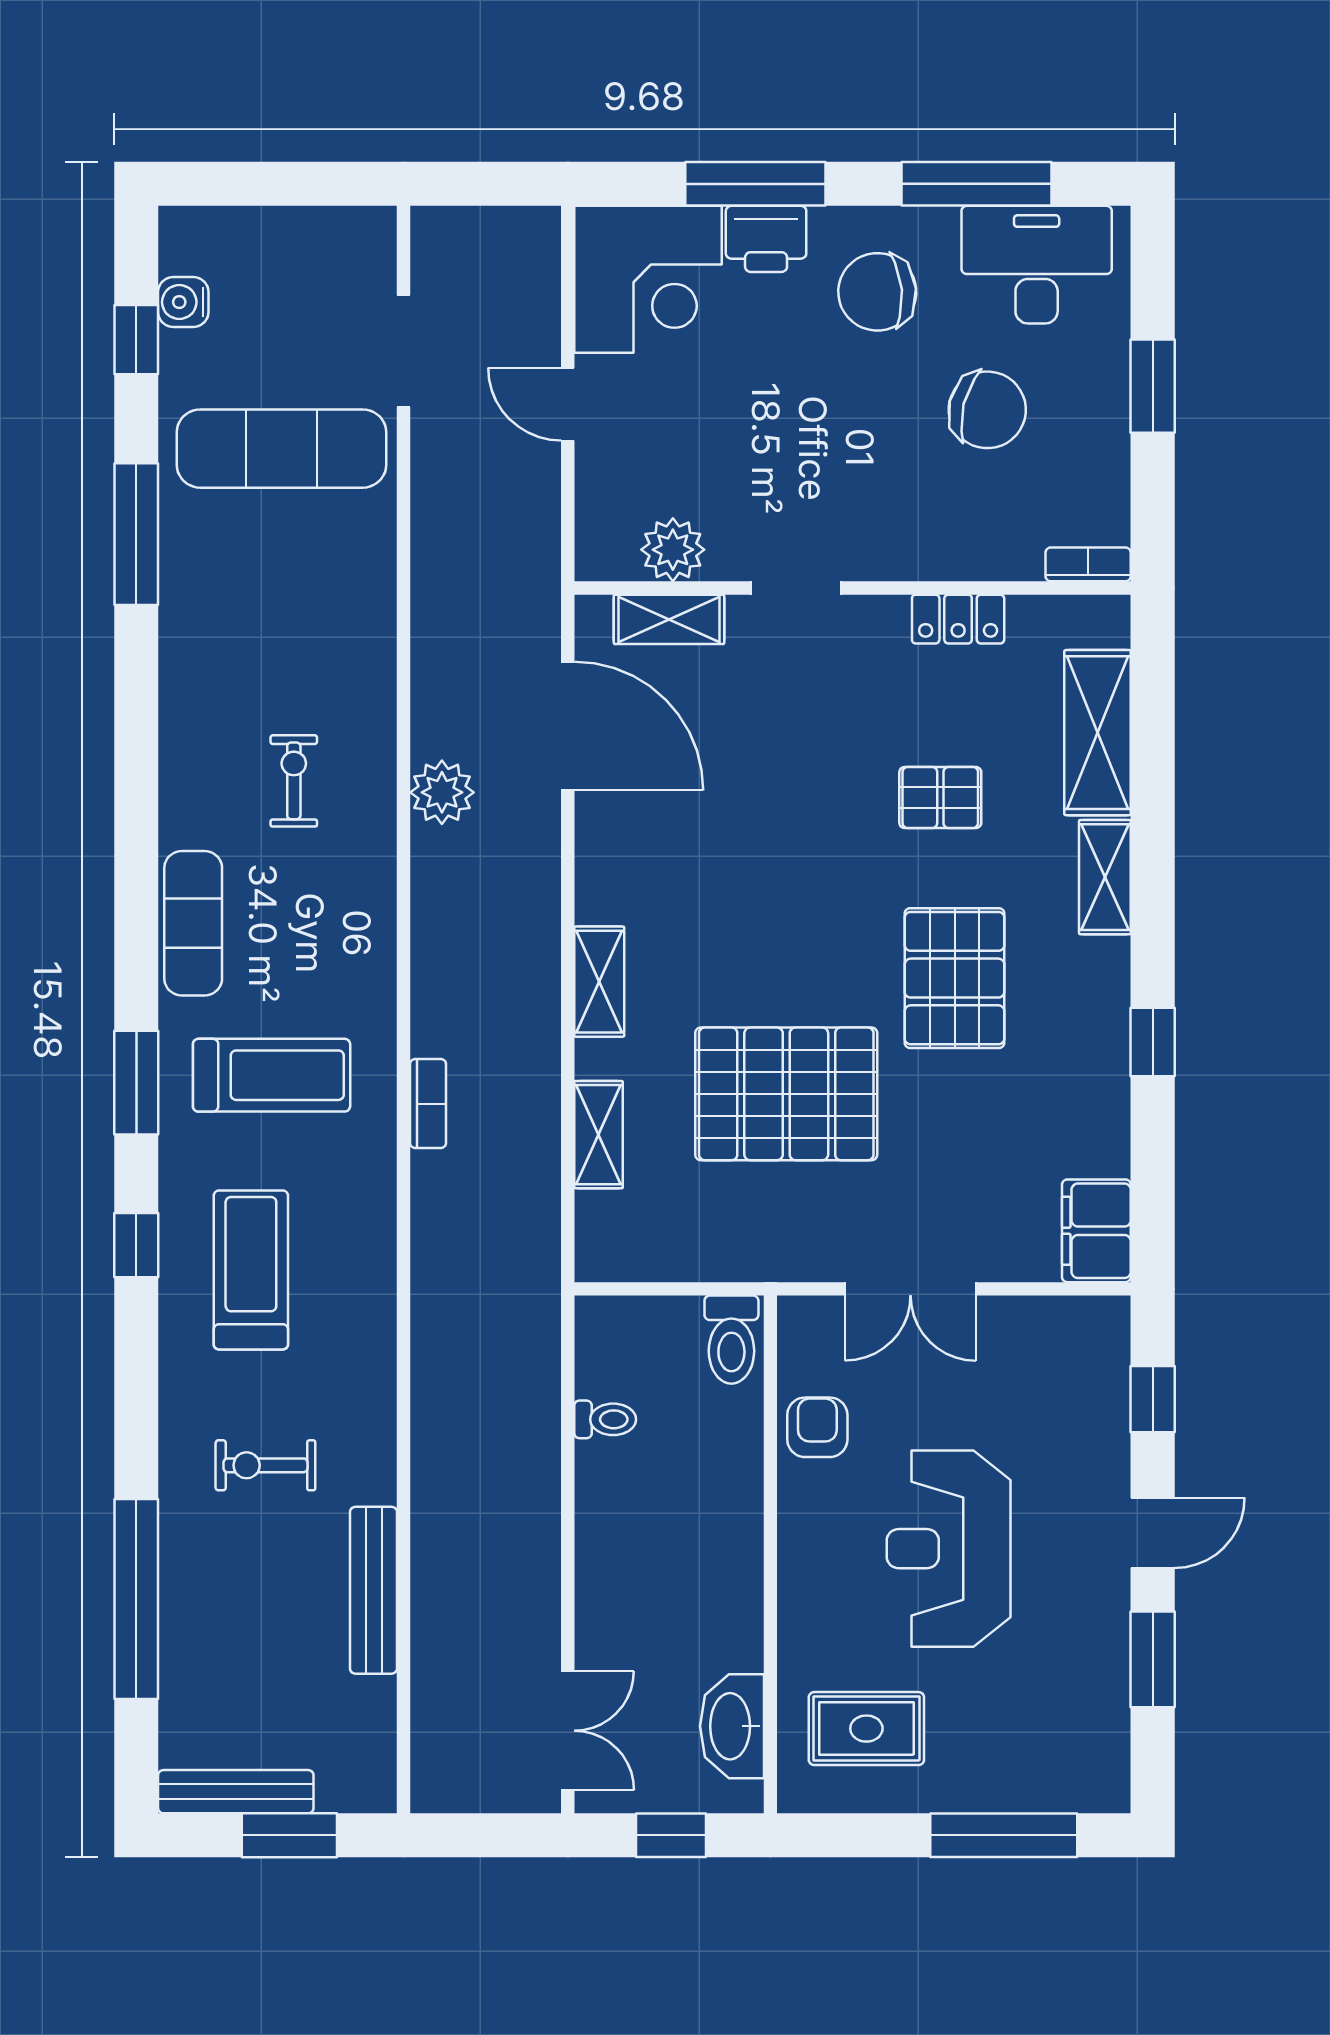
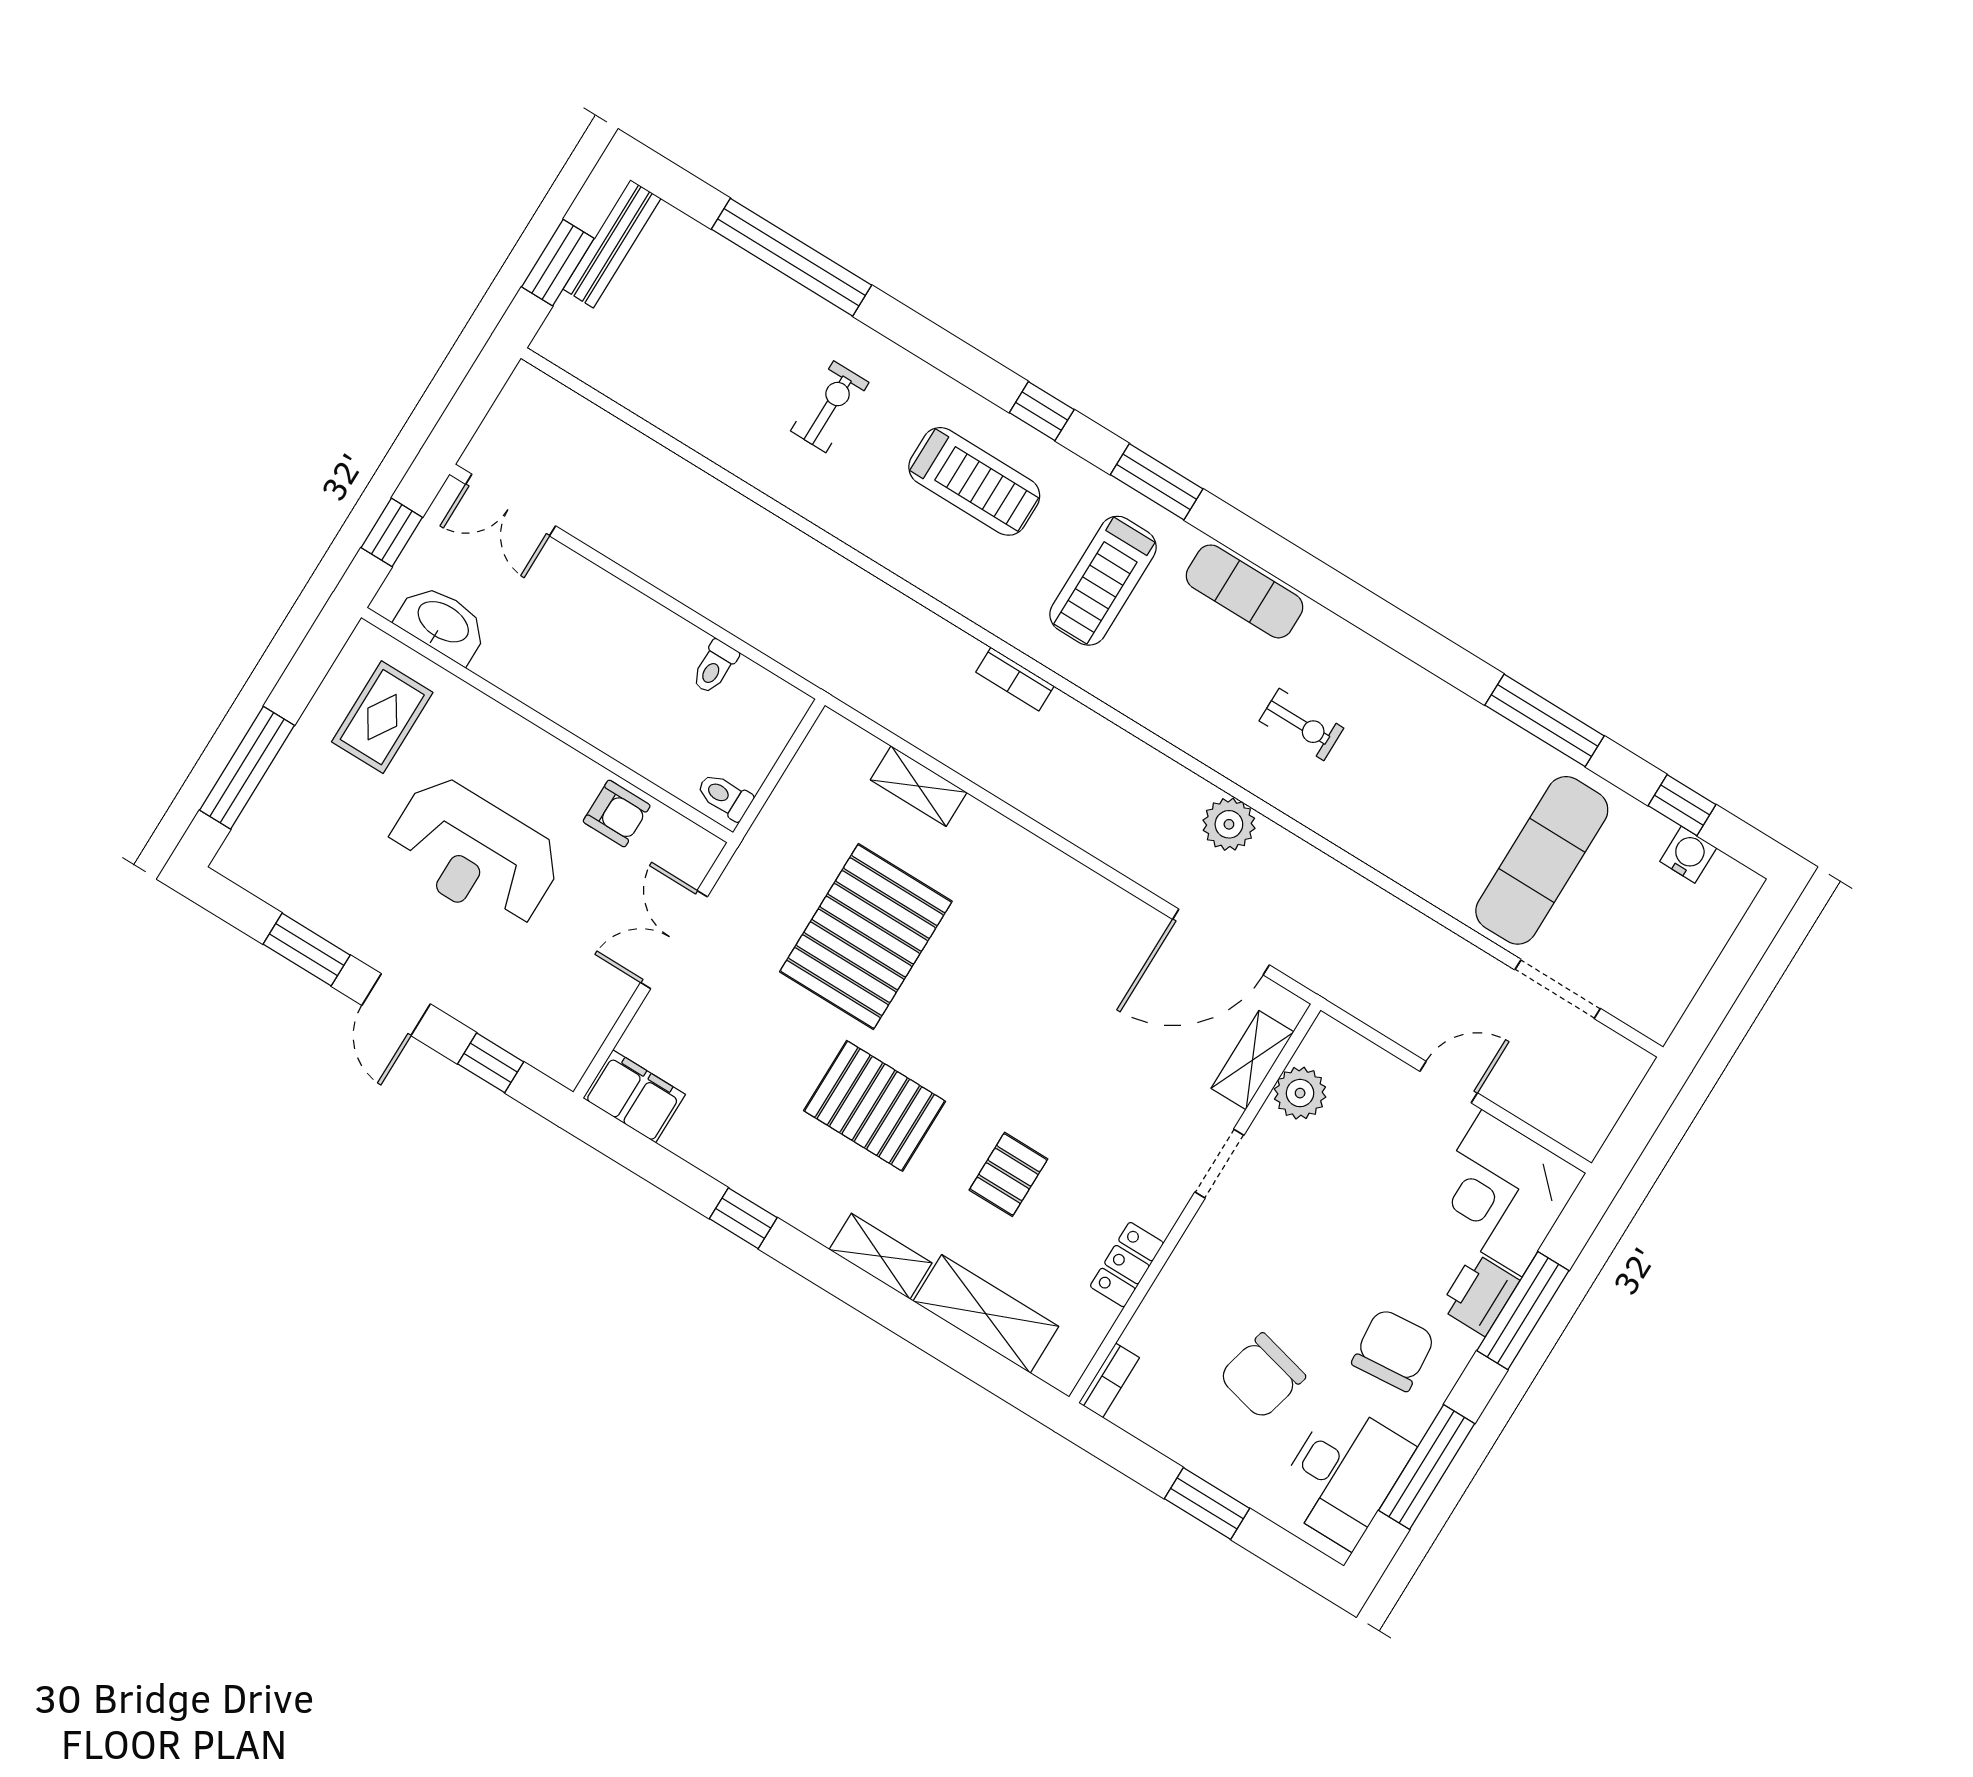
shelving: (599, 982) -> (1027, 853), removed
toilet: (731, 1340) -> (725, 796), width x0.73, depth x0.72
reception desk: (949, 1549) -> (474, 853), turned 180
bench: (374, 1590) -> (694, 429), removed

